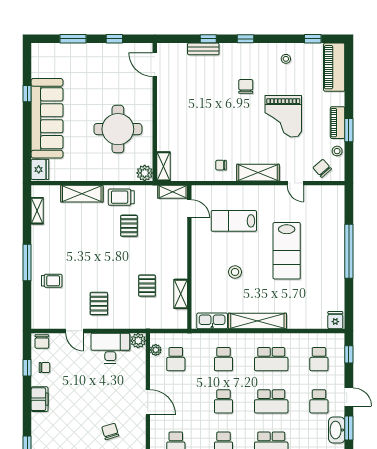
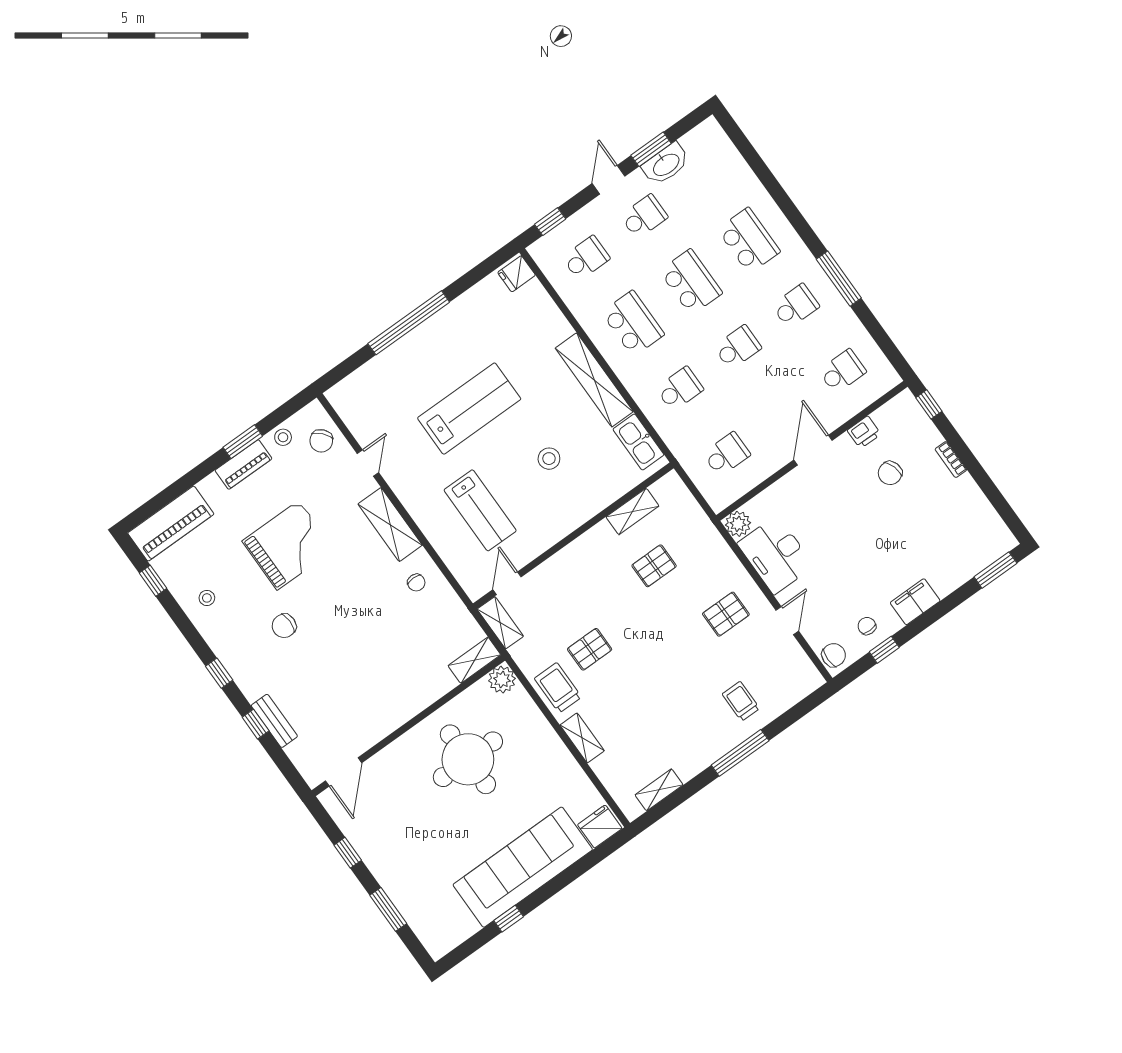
shelving: (82, 194) -> (582, 738), width x0.67, depth x0.75
trolley: (121, 197) -> (558, 688), turned 180
plant: (156, 350) -> (734, 491), removed
printer: (139, 433) -> (864, 432), added

